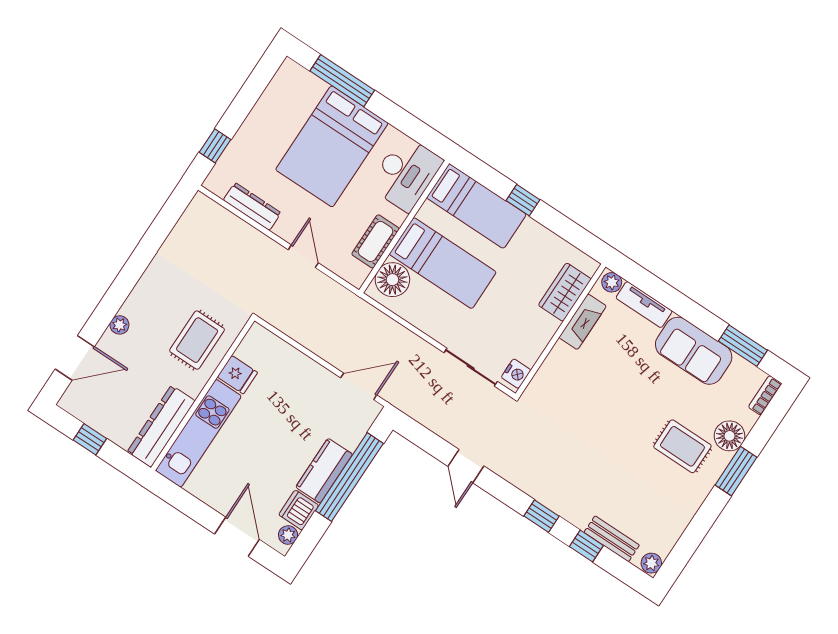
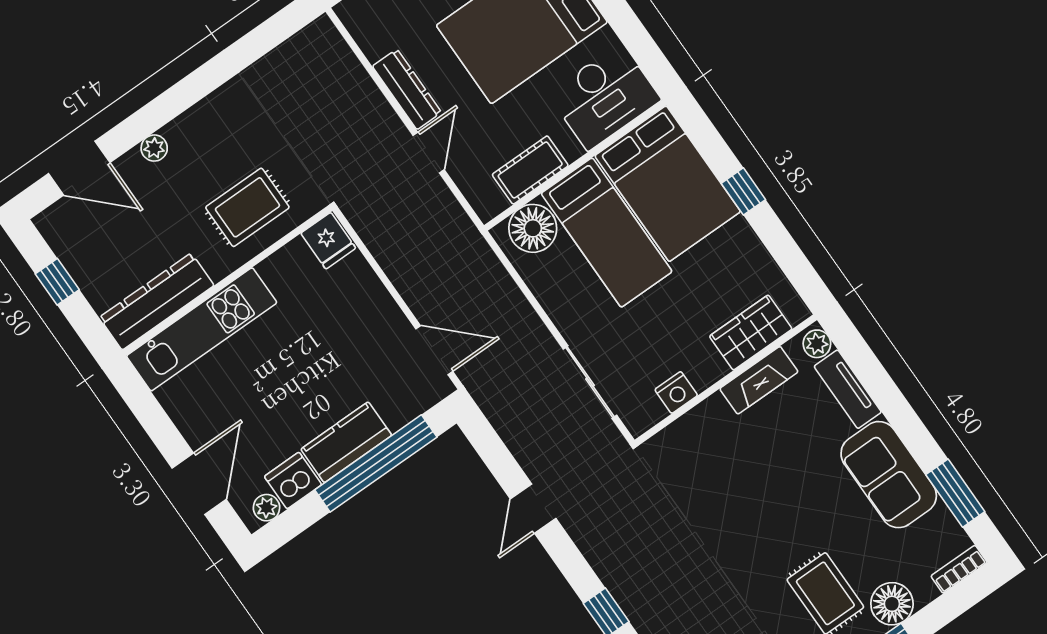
dresser: (252, 206) -> (407, 89), moved
bed: (476, 206) -> (668, 184), width x1.50
nightstand: (516, 374) -> (676, 392), moved
fridge: (237, 375) -> (328, 241), moved

